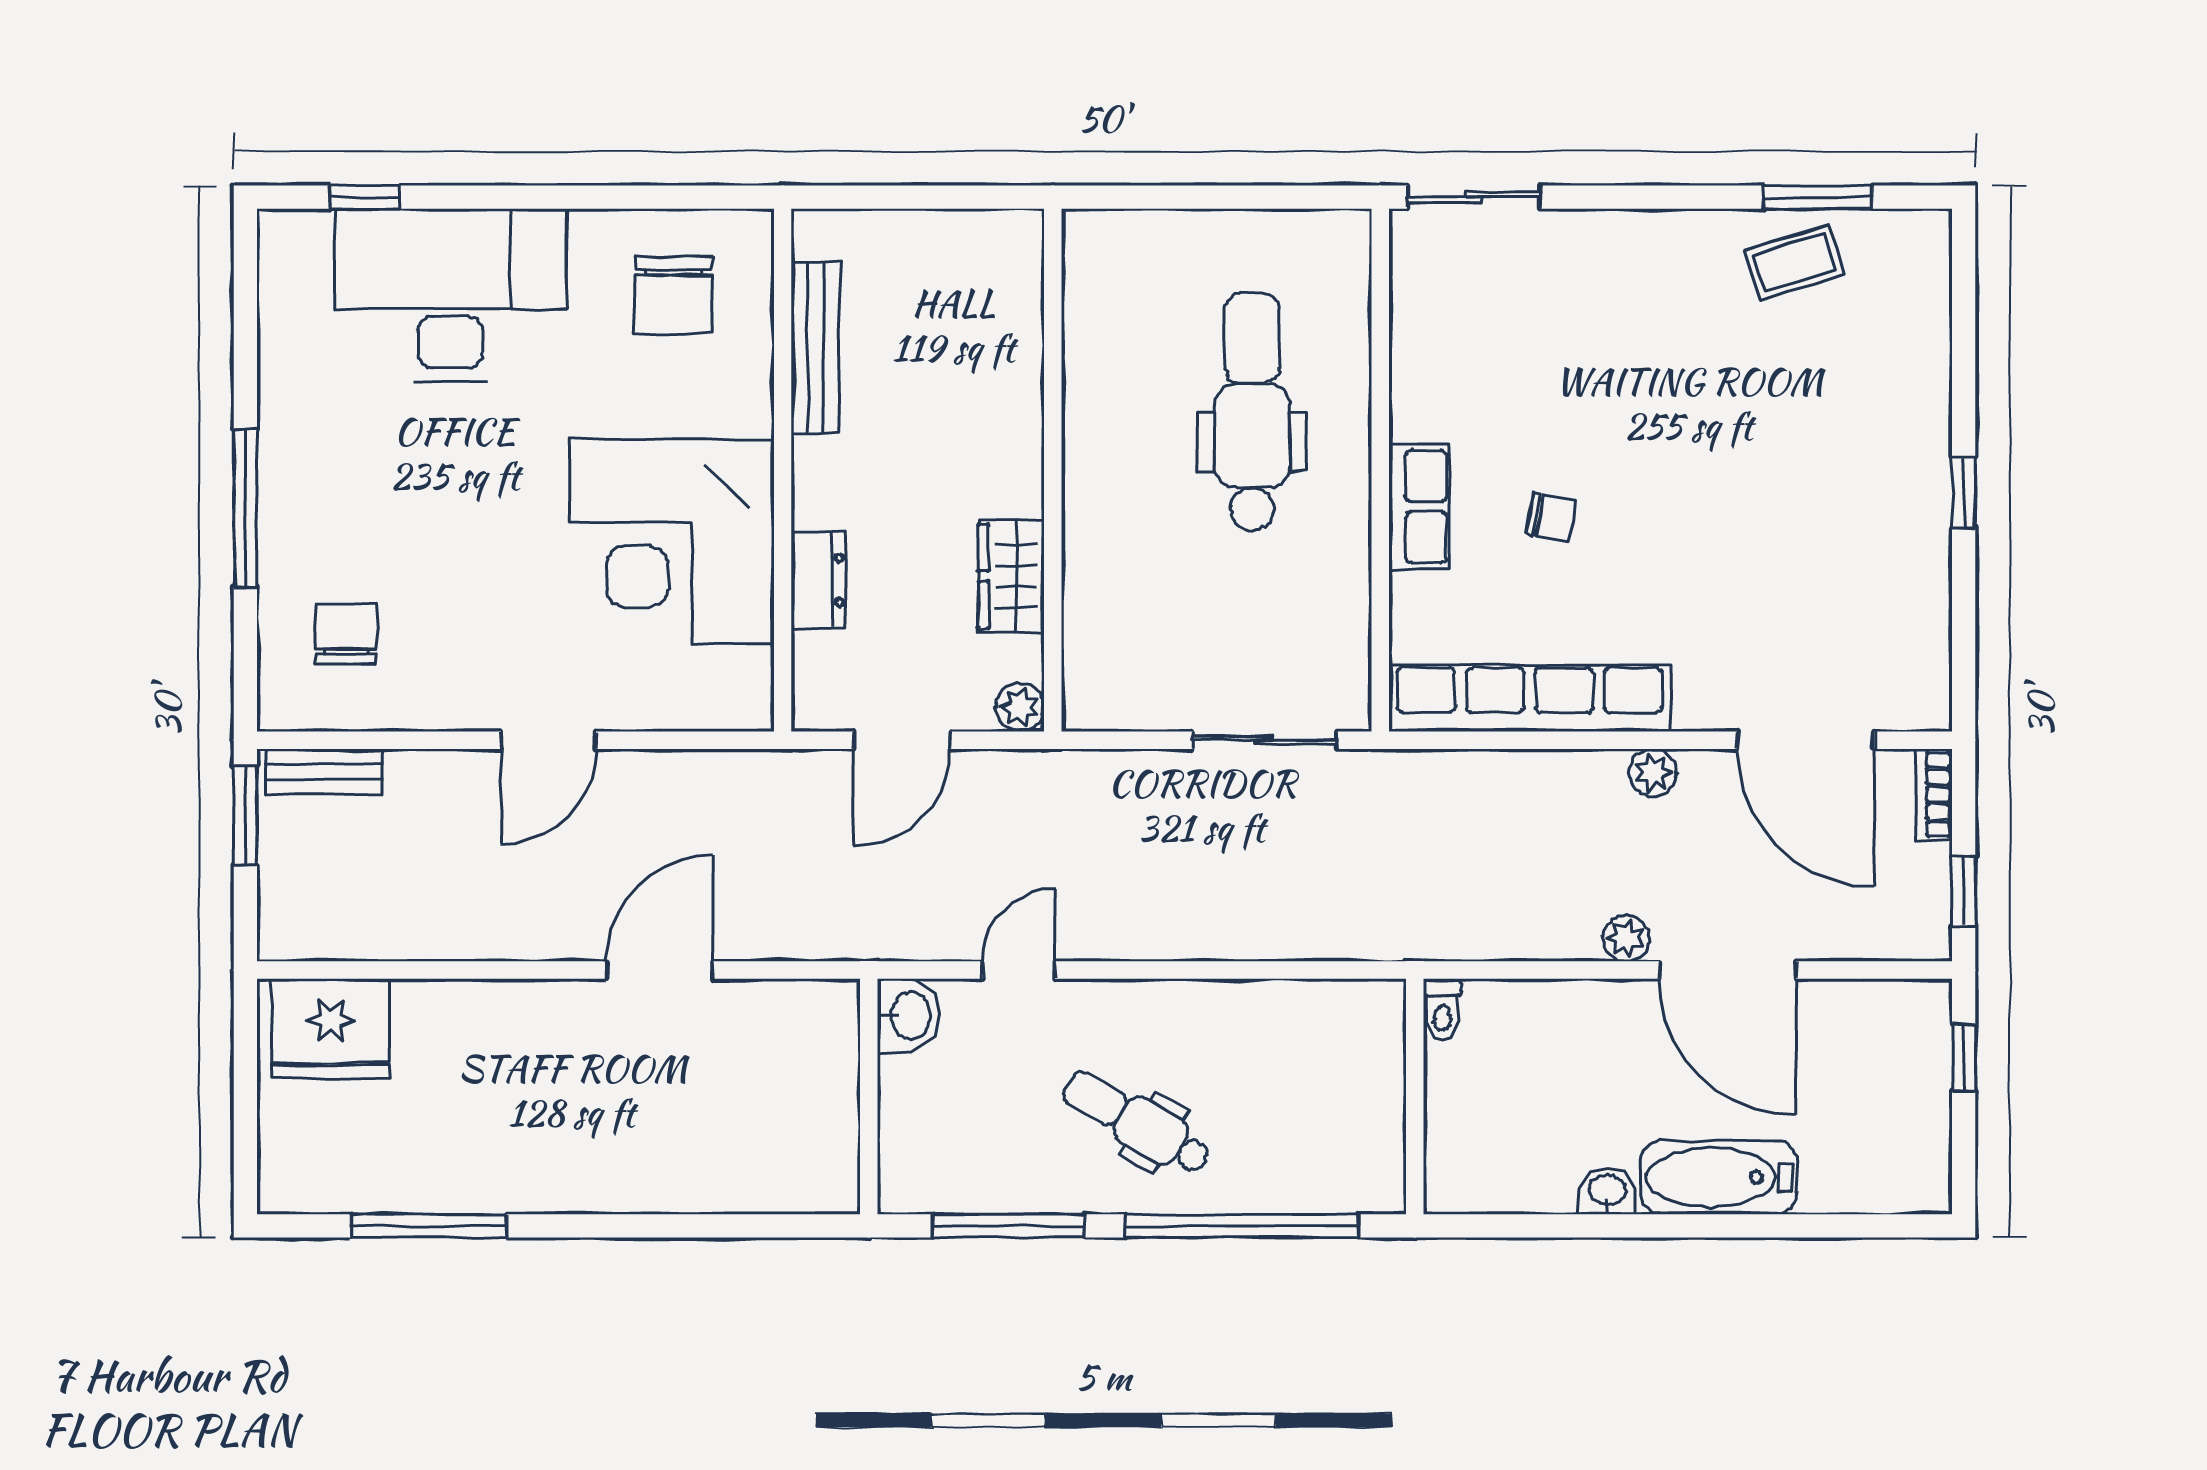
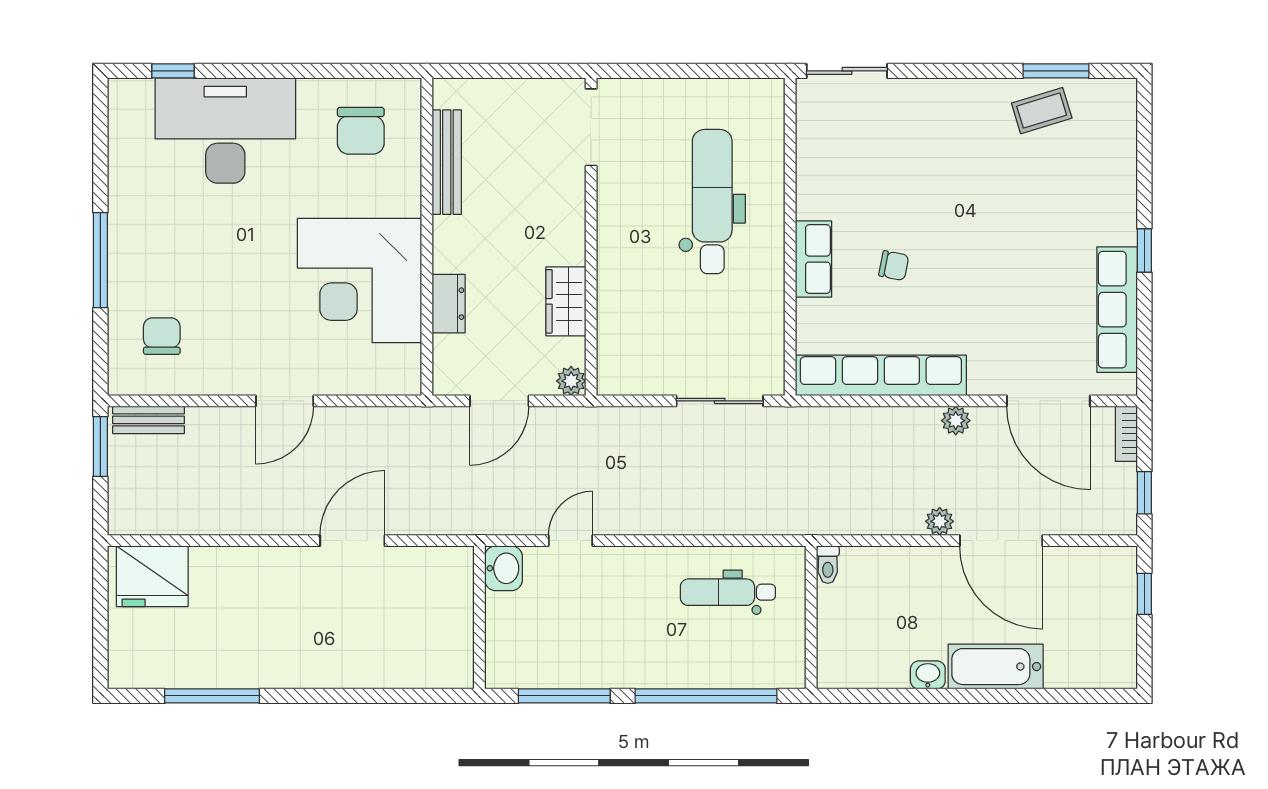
doorway: (1053, 290) -> (591, 127), added
row of seats: (1919, 590) -> (1117, 310), added
dental chair: (1137, 1123) -> (728, 592), moved, turned -30

